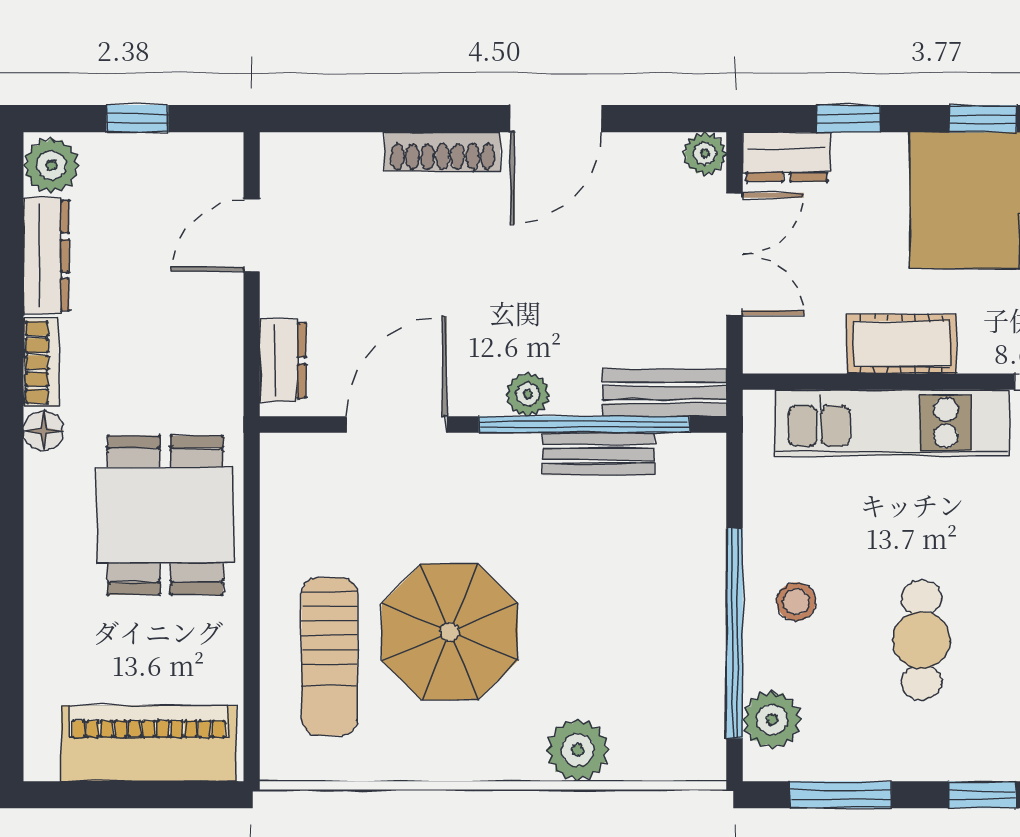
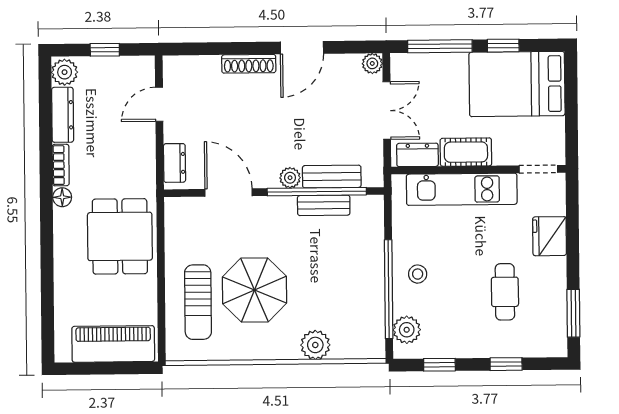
window: (849, 119) -> (440, 46), width x2.17
dresser: (787, 157) -> (417, 155), moved, turned 180
bench: (664, 393) -> (332, 176), moved
door: (397, 425) -> (228, 193), hinge flipped
cafe table: (921, 640) -> (505, 292), moved
window: (841, 795) -> (439, 365), width x0.67

